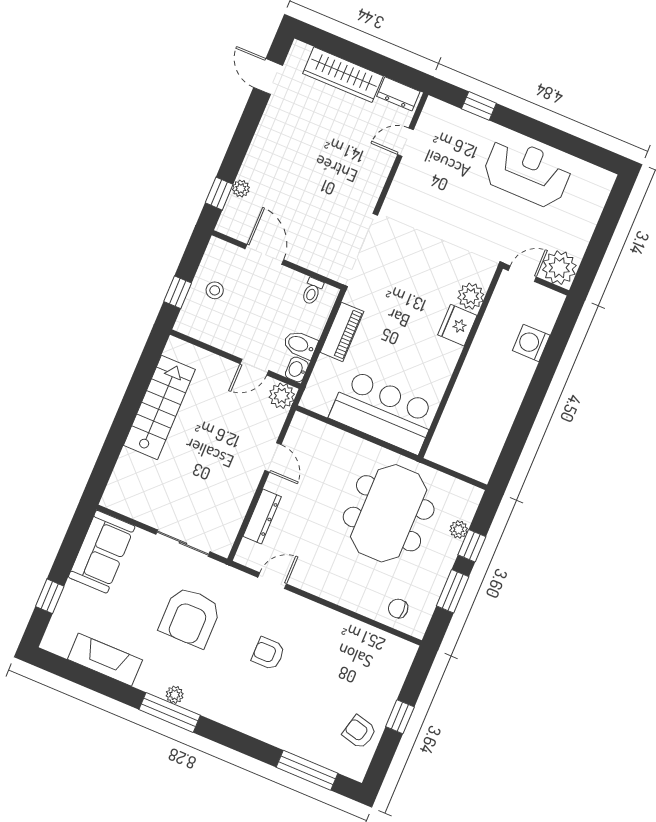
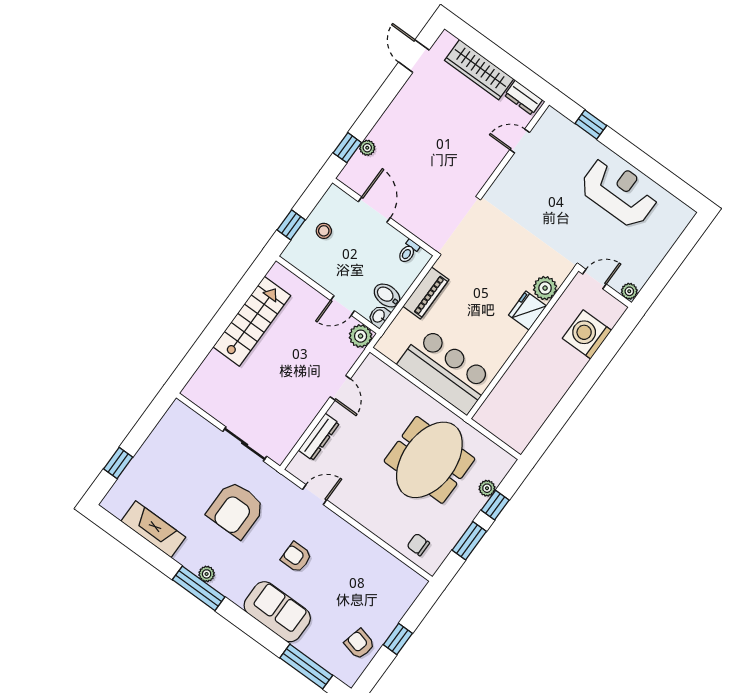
plant: (559, 268) -> (629, 291), width x0.53, depth x0.53
washing machine: (531, 343) -> (587, 334), width x1.37, depth x1.37
sofa: (102, 552) -> (277, 612), moved, turned -90

